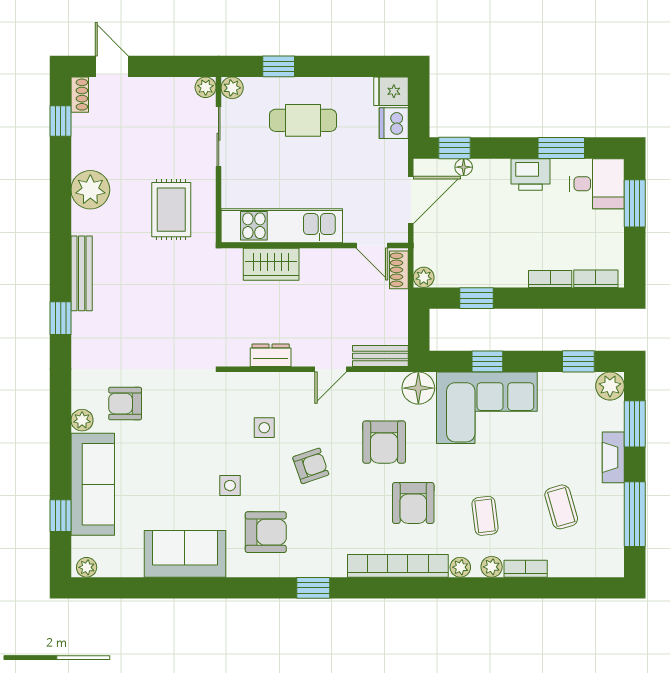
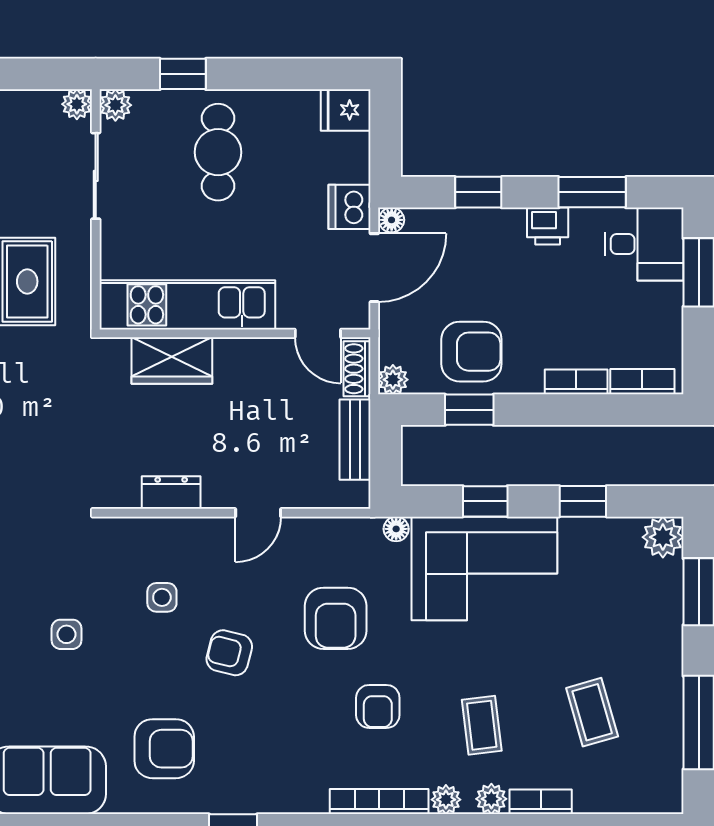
cafe table: (303, 120) -> (218, 152), turned 90
dishwasher: (394, 123) -> (350, 207), moved
window: (455, 148) -> (478, 192), moved
floor lamp: (464, 167) -> (392, 220), moved
printer: (531, 174) -> (548, 226), width x0.73, depth x0.81
armchair: (478, 258) -> (471, 352), added
bench: (380, 356) -> (355, 440), moved, turned 90
window: (578, 361) -> (583, 501), moved
floor lamp: (418, 388) -> (396, 529), width x0.53, depth x0.53
fireplace: (613, 457) -> (668, 640), removed
armchair: (311, 466) -> (229, 653), turned -147
side table: (230, 486) -> (66, 634), moved
armchair: (413, 503) -> (378, 706), width x0.72, depth x0.72
bookcase: (398, 566) -> (379, 802), width x0.68, depth x0.76

